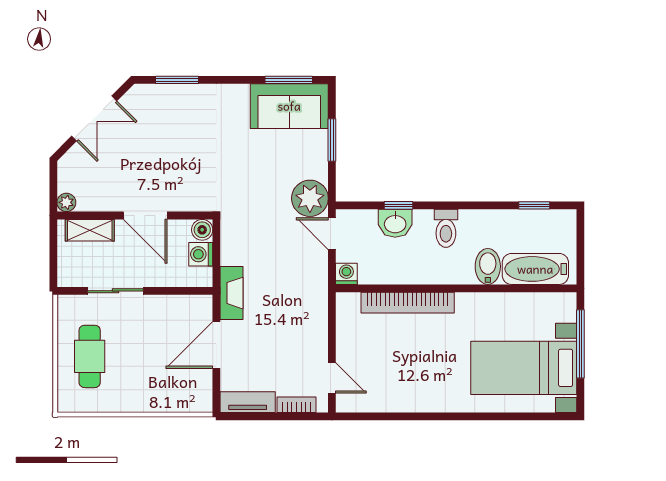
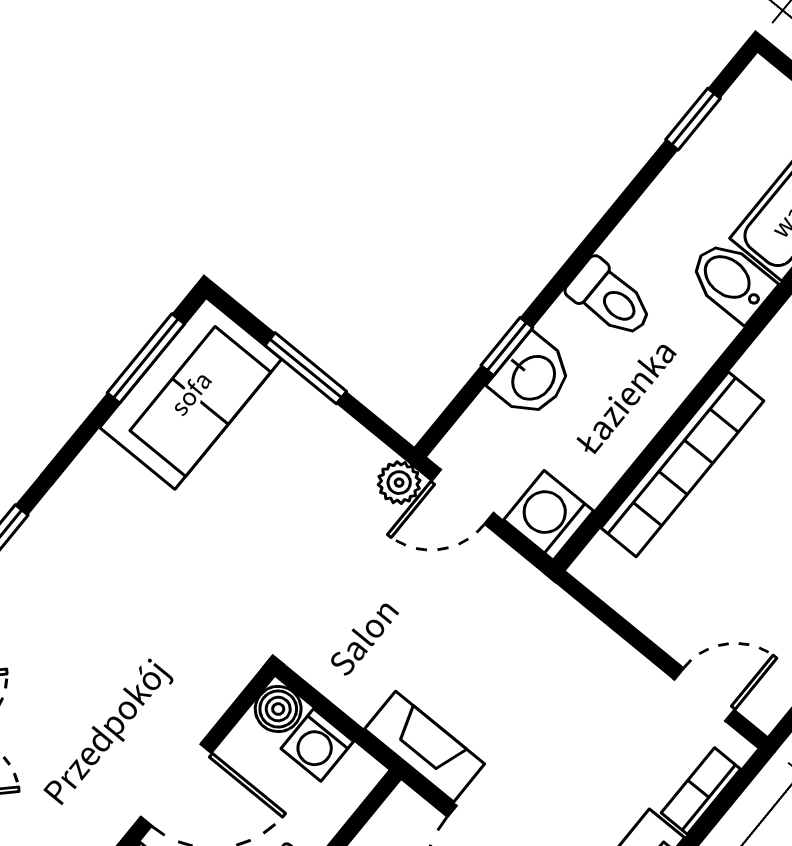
plant: (310, 198) -> (399, 483), width x0.53, depth x0.53
washing machine: (346, 274) -> (549, 515), width x1.38, depth x1.38

